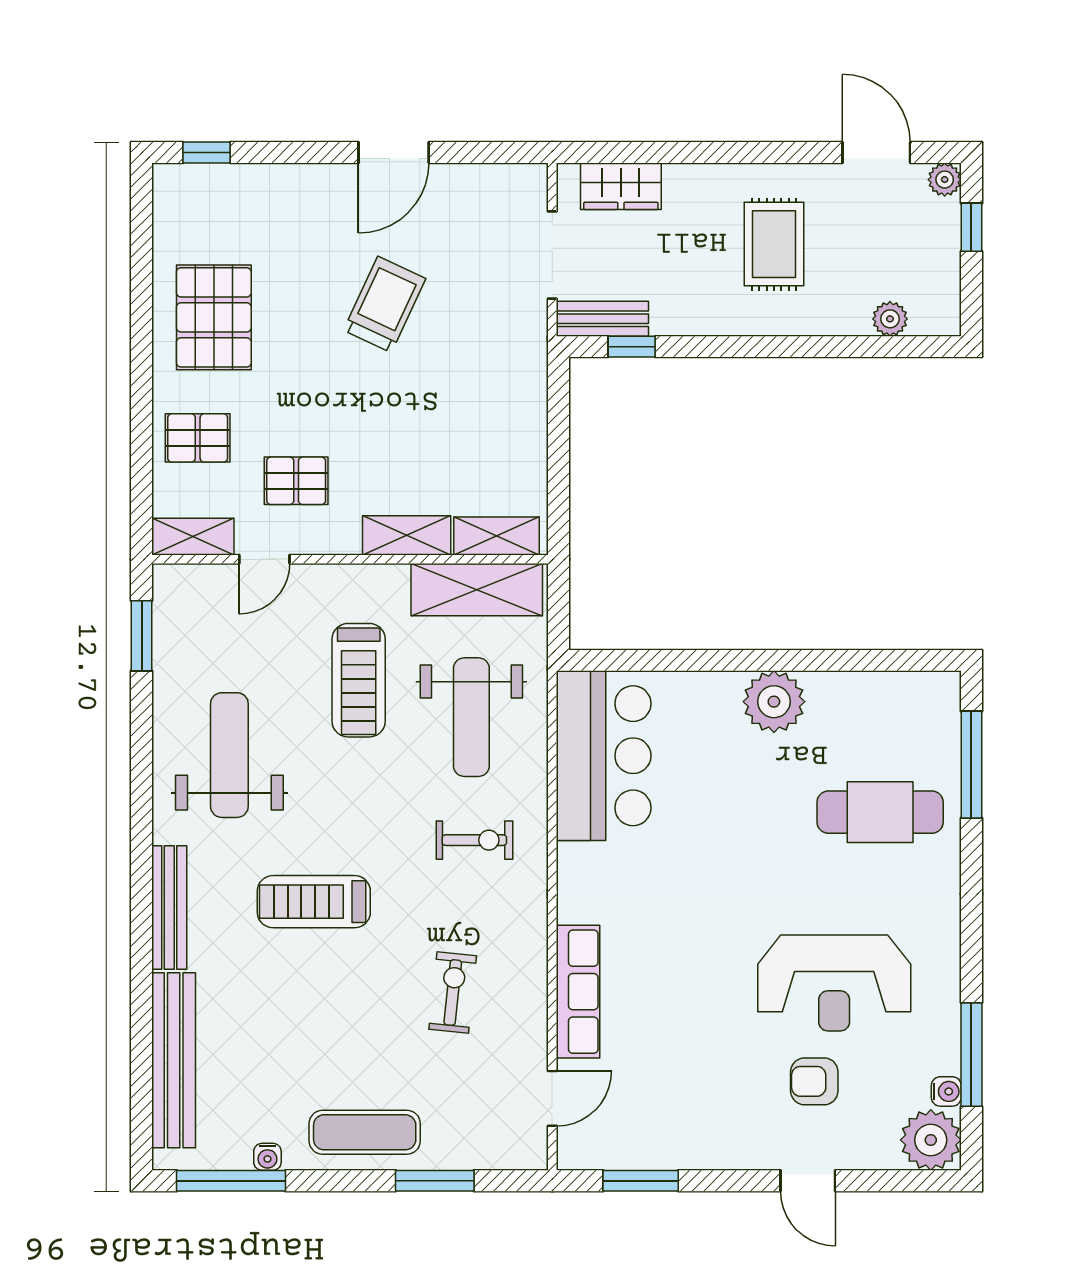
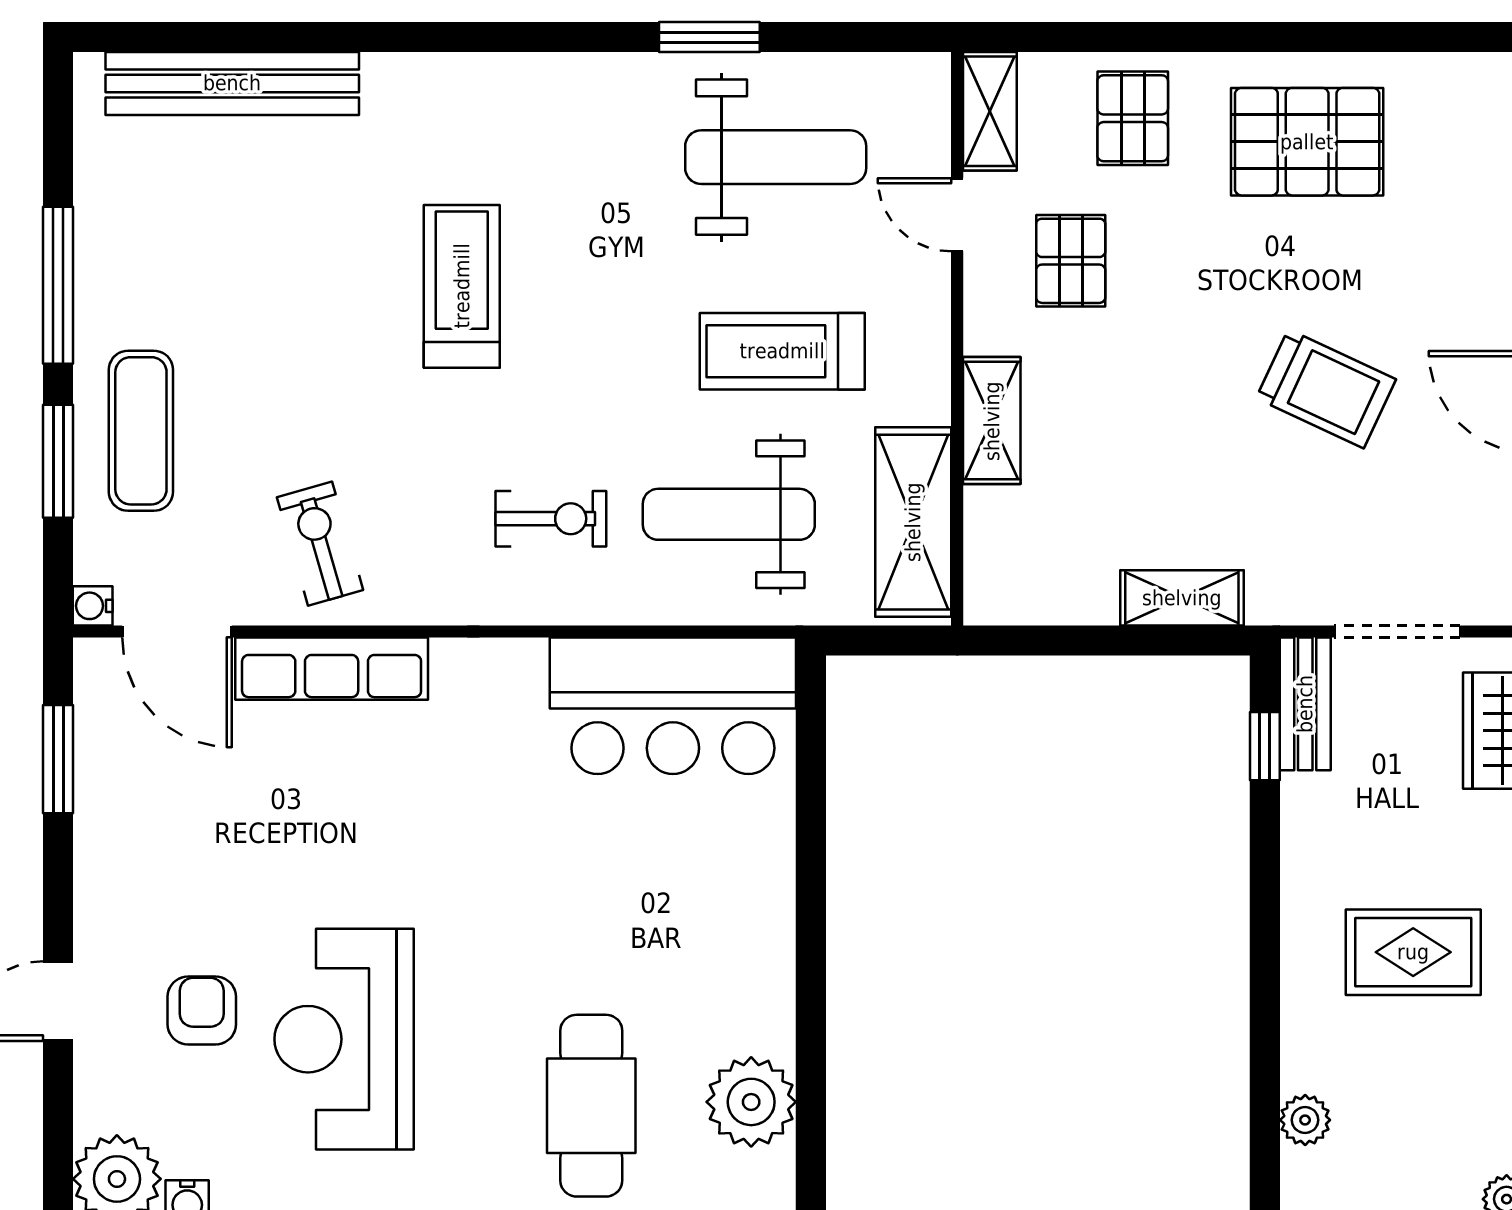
shelving: (496, 536) -> (1182, 598), moved, turned 90
window: (142, 636) -> (709, 37), moved
plant: (774, 702) -> (751, 1102), moved
weight bench: (229, 755) -> (776, 157), moved
exercise bike: (474, 840) -> (551, 519), turned -90
bench: (169, 907) -> (453, 77), removed
exercise bike: (453, 992) -> (320, 544), moved, turned -112
door: (552, 1098) -> (177, 631), width x1.38
exercise mat: (365, 1132) -> (141, 431), moved
water cooler: (267, 1157) -> (93, 606), moved
window: (231, 1181) -> (58, 285), moved

